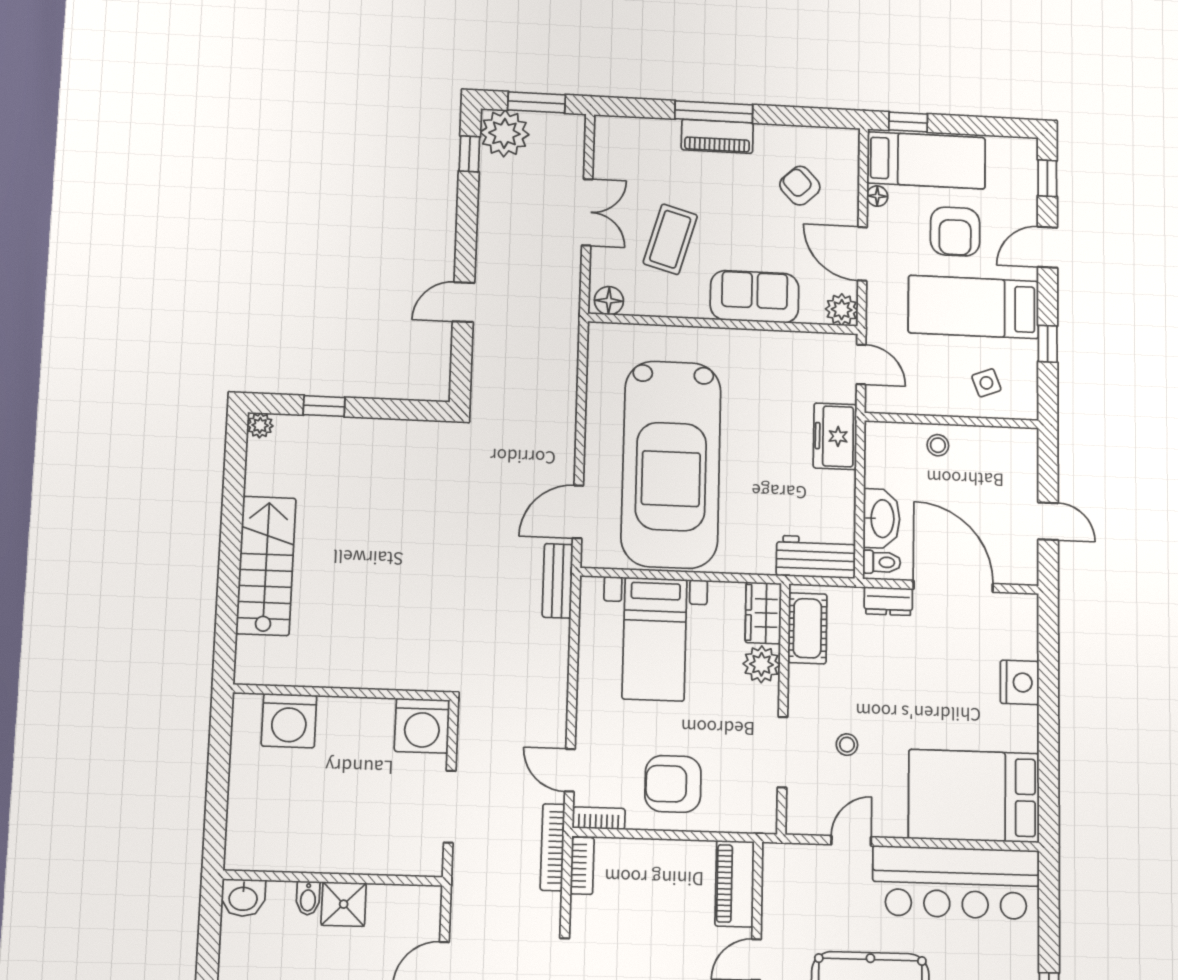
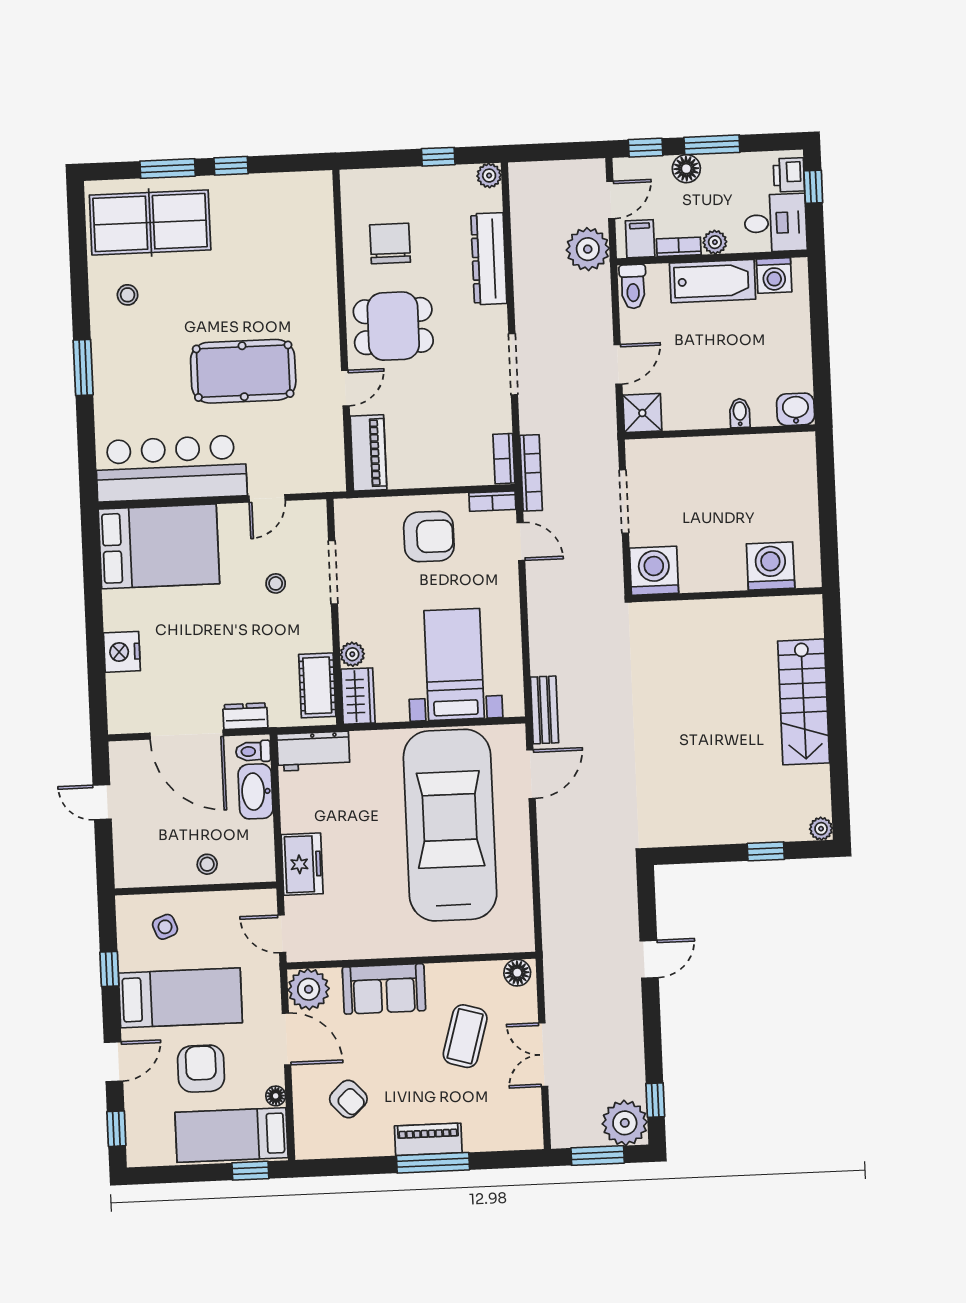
plant: (842, 310) -> (309, 989), width x1.36, depth x1.36
plant: (761, 664) -> (352, 654), width x0.73, depth x0.73
shower: (344, 904) -> (642, 413), moved

